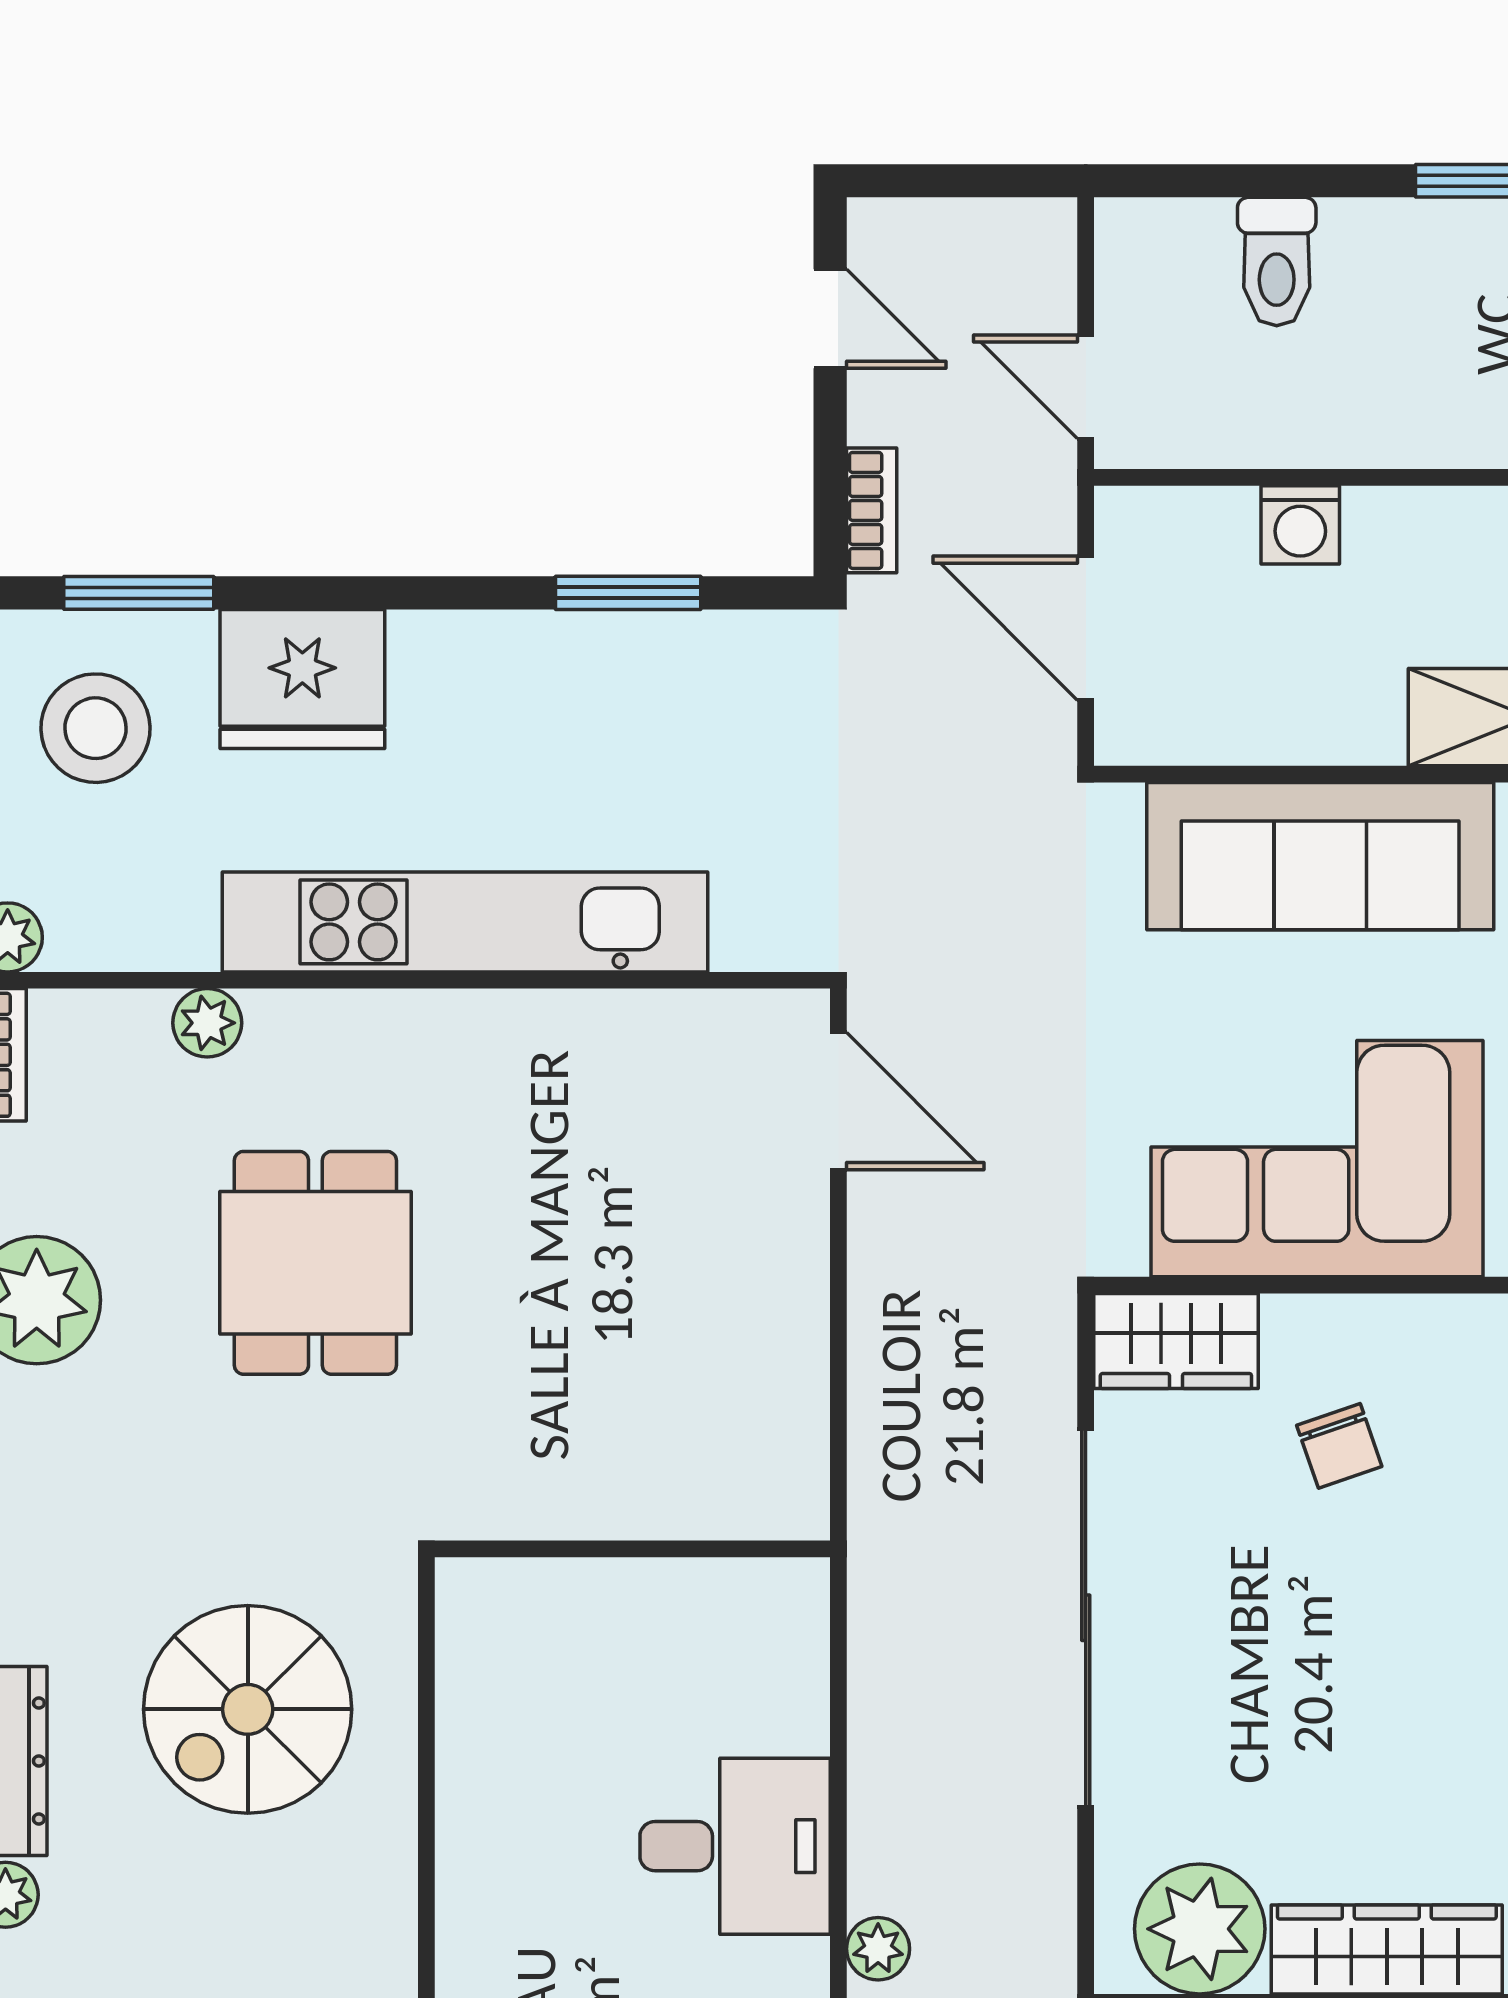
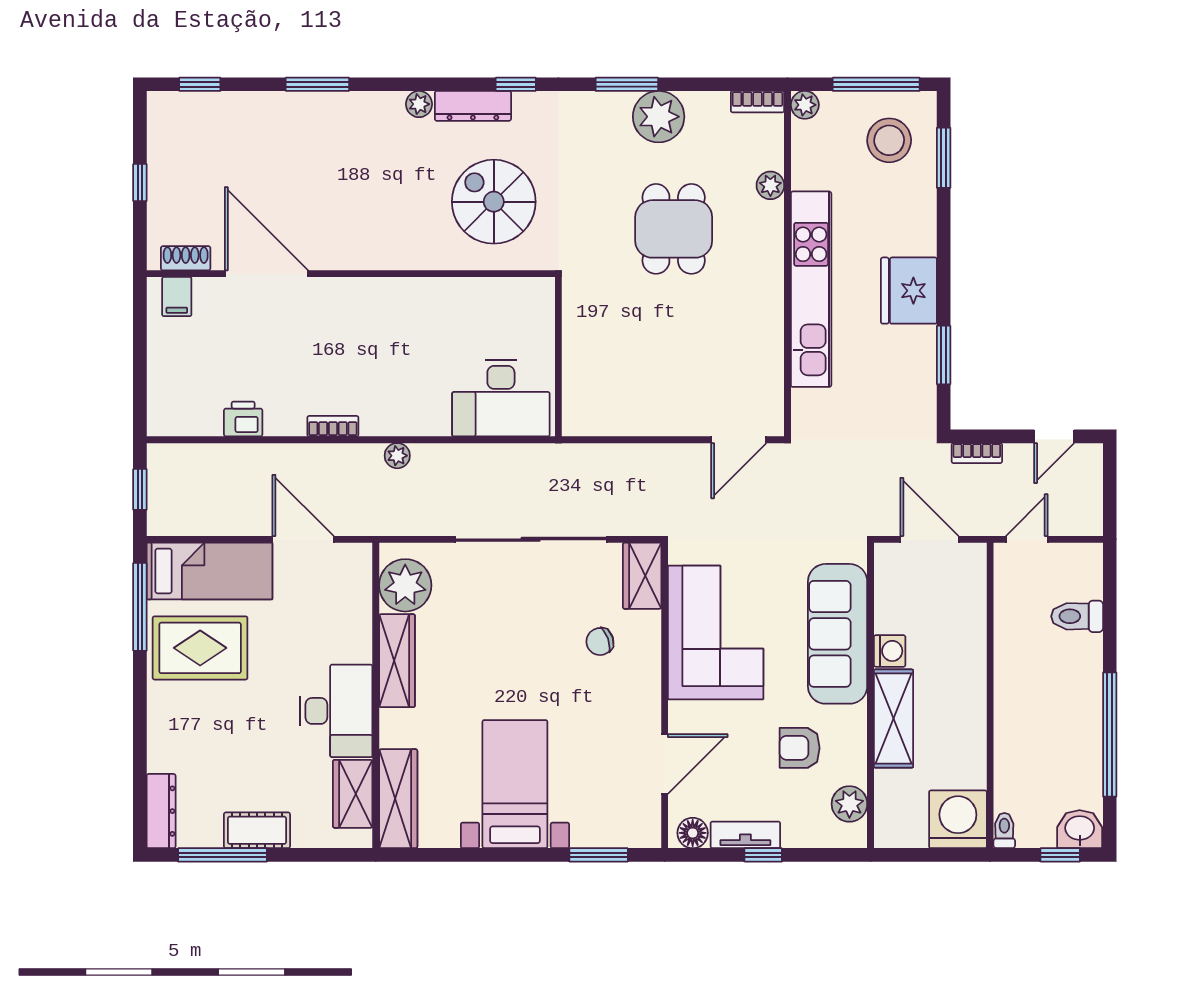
washing machine: (1300, 525) -> (890, 651), moved, turned 180
door: (1086, 628) -> (929, 539), hinge flipped
fridge: (302, 679) -> (909, 291), moved
dining table: (315, 1263) -> (674, 229), turned 90
desk: (735, 1846) -> (501, 398), moved, width x1.37

